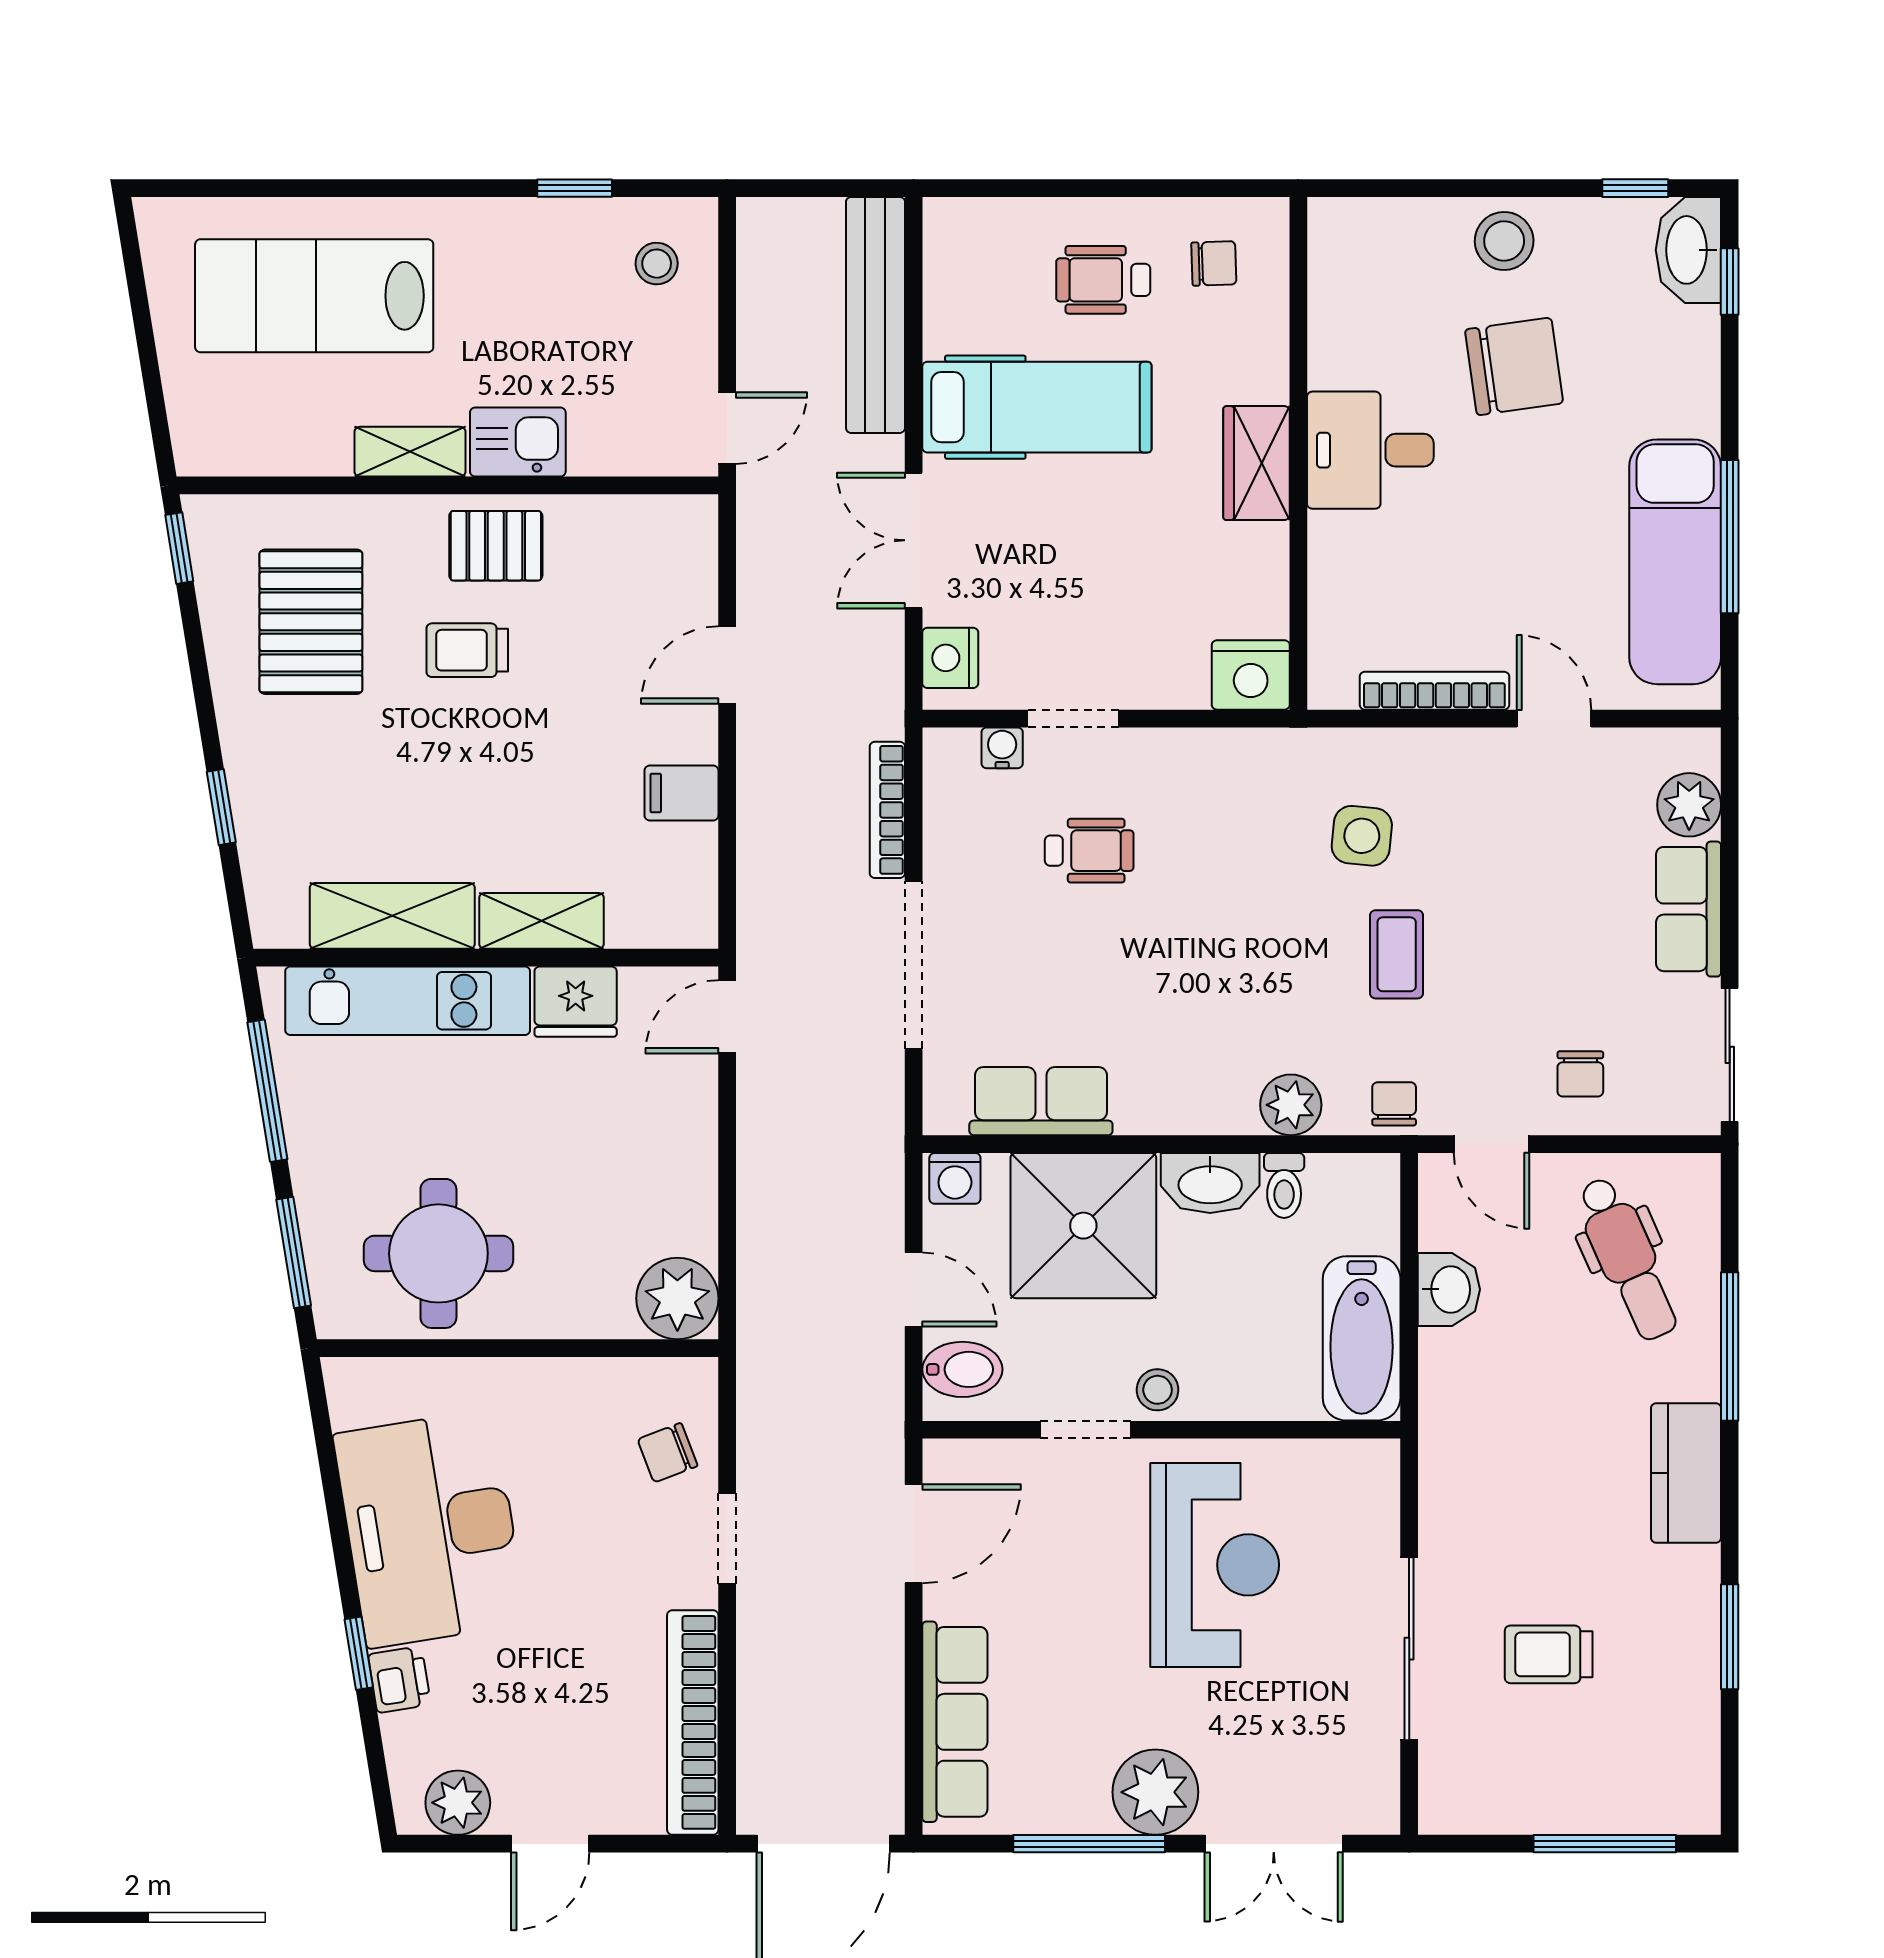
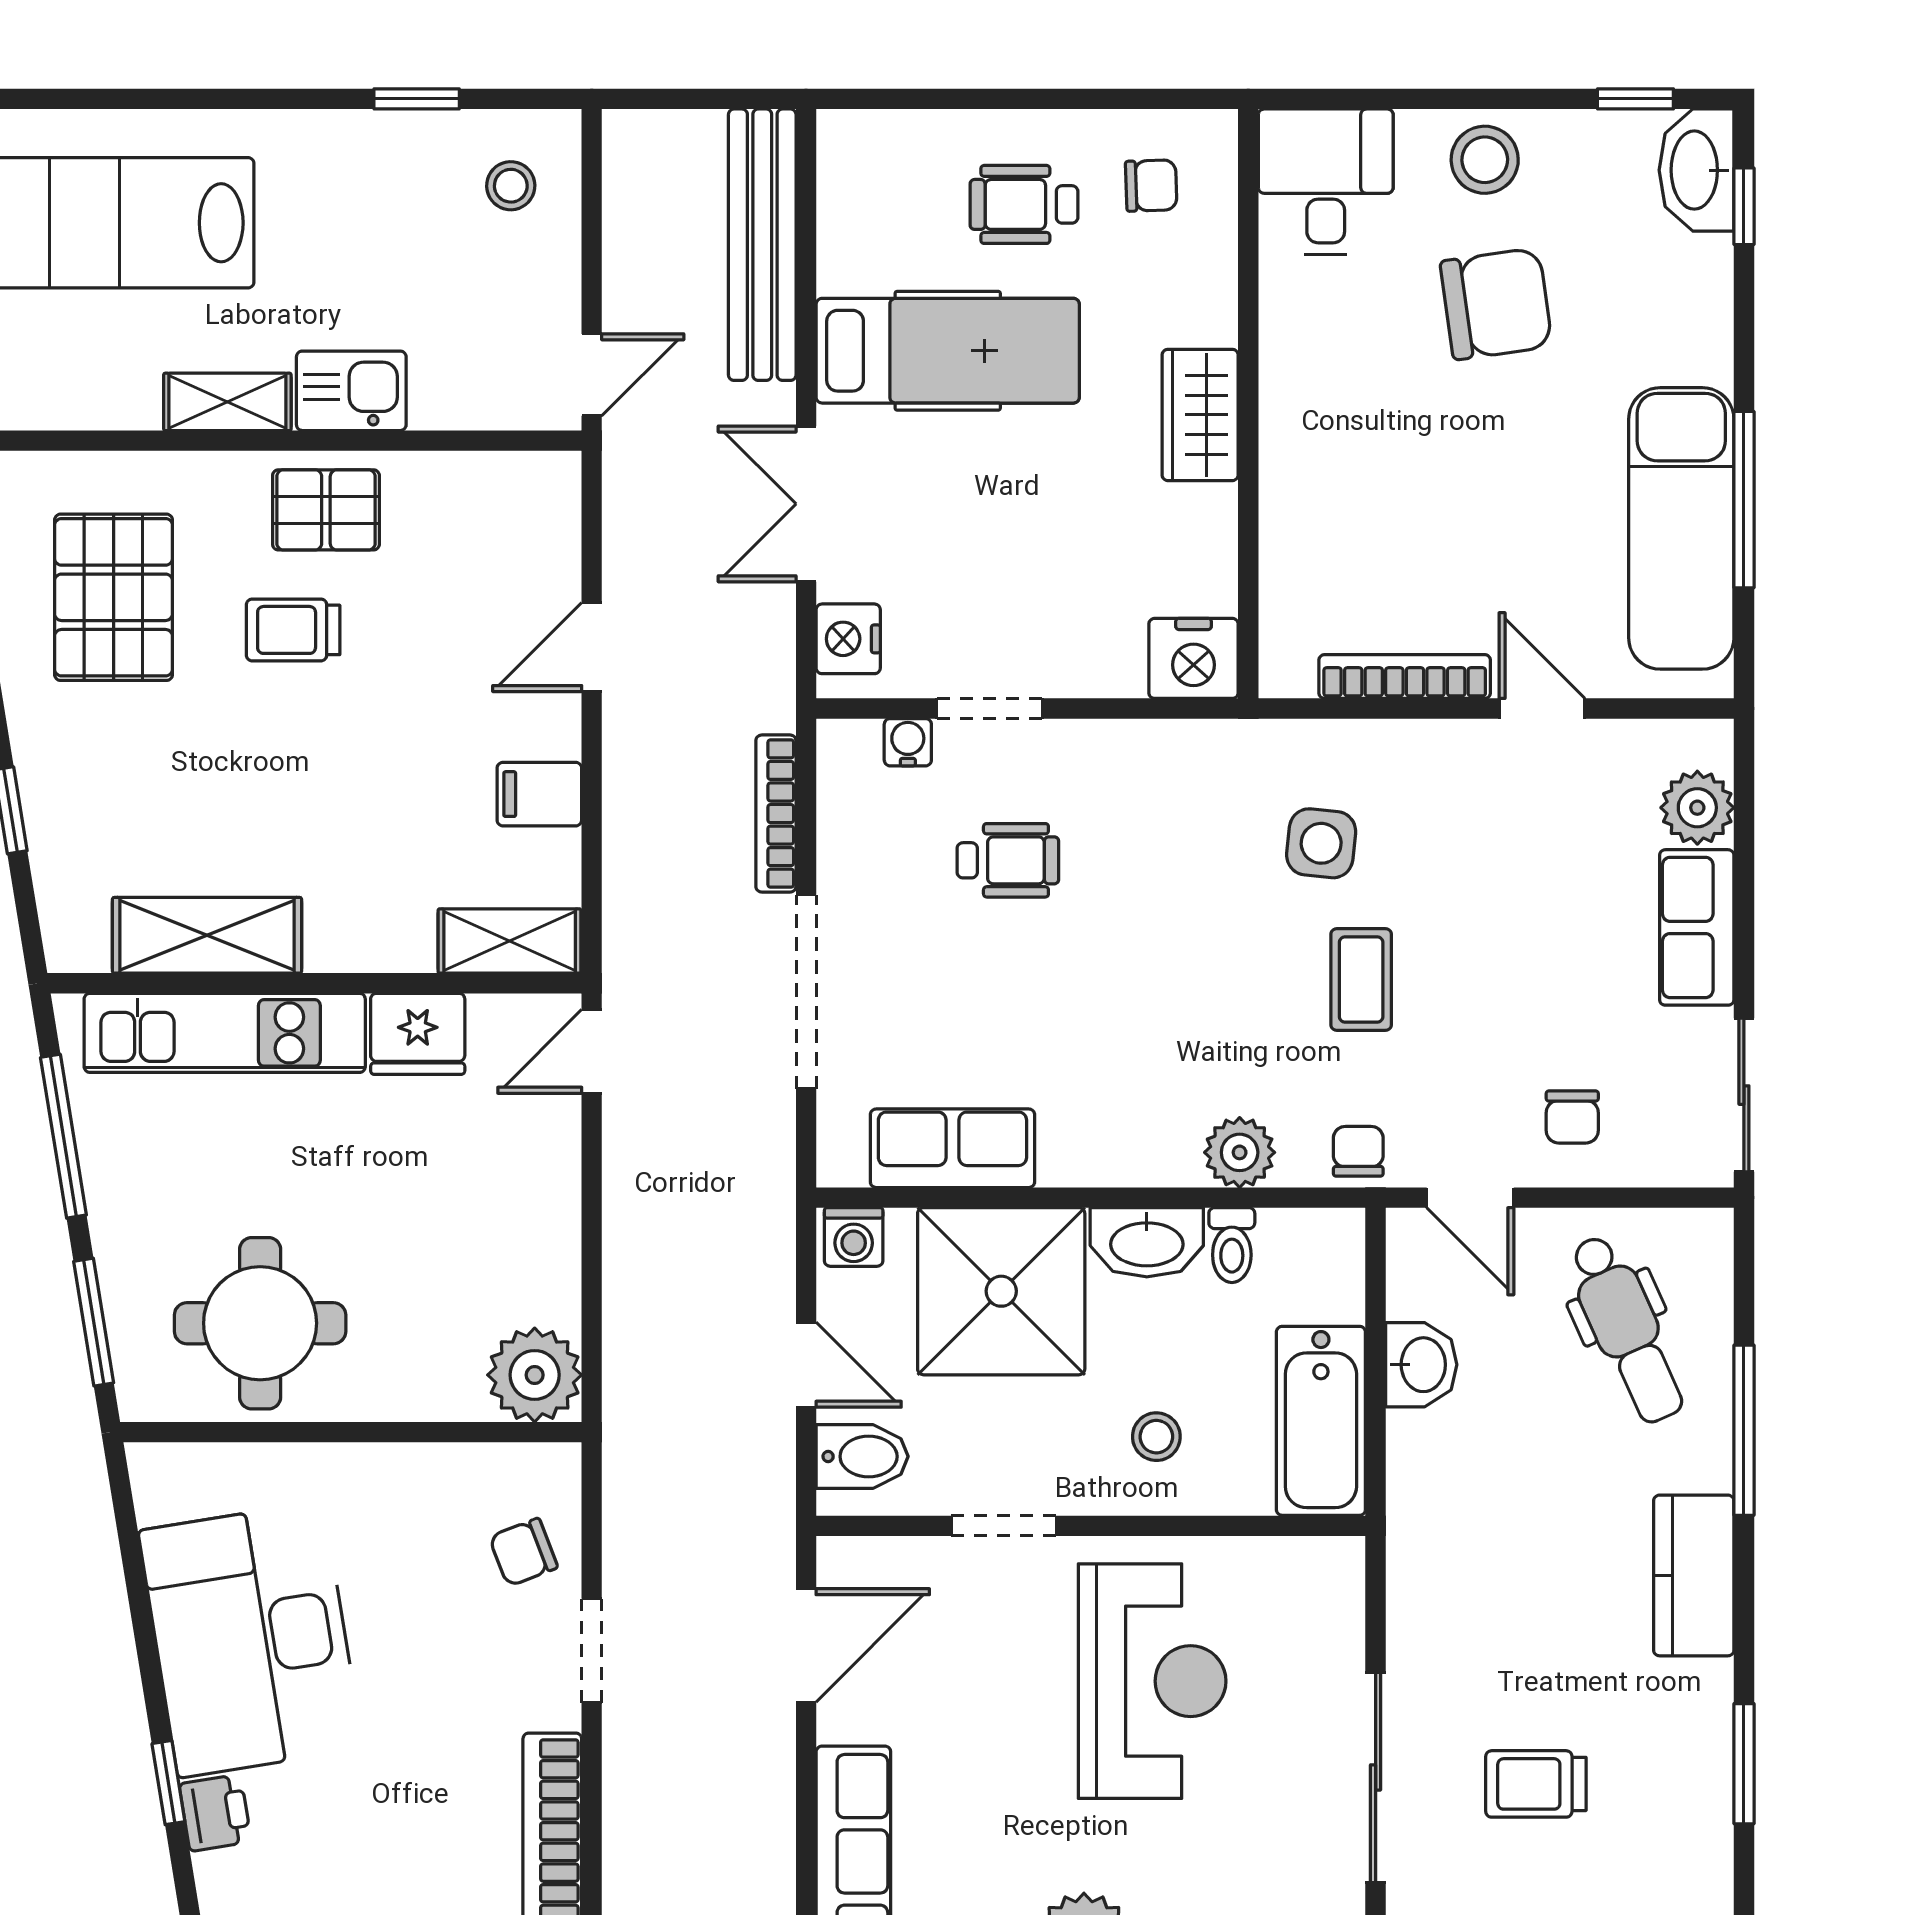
desk: (1370, 450) -> (1326, 182), moved, turned 90
shelving: (542, 921) -> (510, 941), moved
stool: (1158, 1390) -> (1156, 1437), moved

